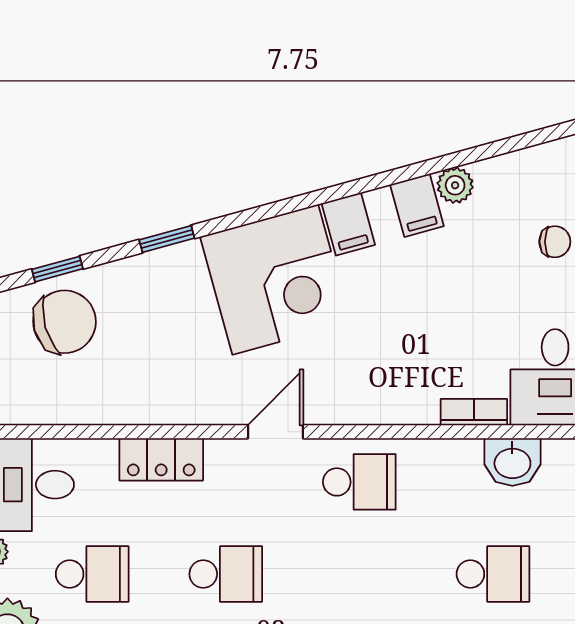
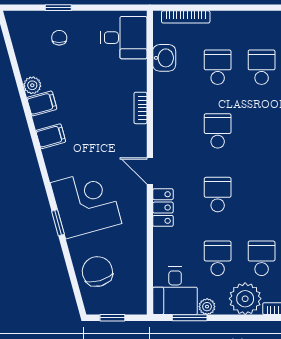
window: (57, 269) -> (72, 275), removed
corner desk: (275, 279) -> (86, 203), moved
bookcase: (474, 412) -> (140, 108), moved
locker: (161, 459) -> (163, 208), moved
school desk: (359, 482) -> (218, 131), moved

